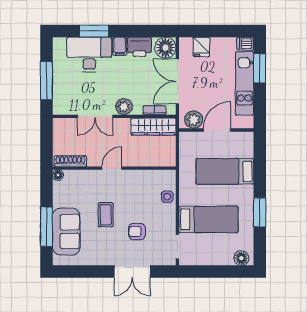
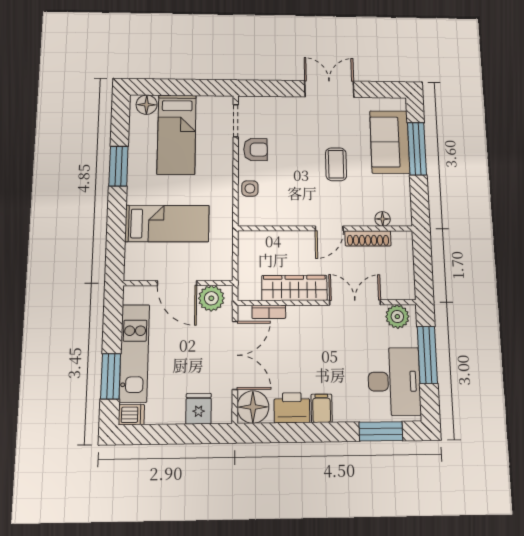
window: (94, 31) -> (381, 431), moved
desk: (89, 55) -> (394, 381), moved, turned -90
plant: (124, 107) -> (397, 317), moved
wardrobe: (153, 126) -> (294, 288), moved
door: (217, 130) -> (177, 283), hinge flipped
shoe rack: (71, 161) -> (368, 238), moved
floor lamp: (58, 175) -> (383, 219), moved
bed: (208, 219) -> (177, 134), moved, turned -90
armchair: (137, 232) -> (255, 150), moved
double door: (132, 272) -> (329, 89), moved

